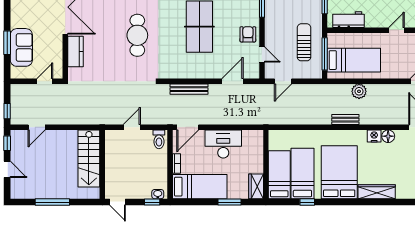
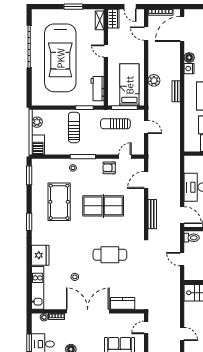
door: (45, 81) -> (146, 327), hinge flipped
door: (232, 81) -> (146, 180), hinge flipped
door: (283, 81) -> (146, 127), moved

